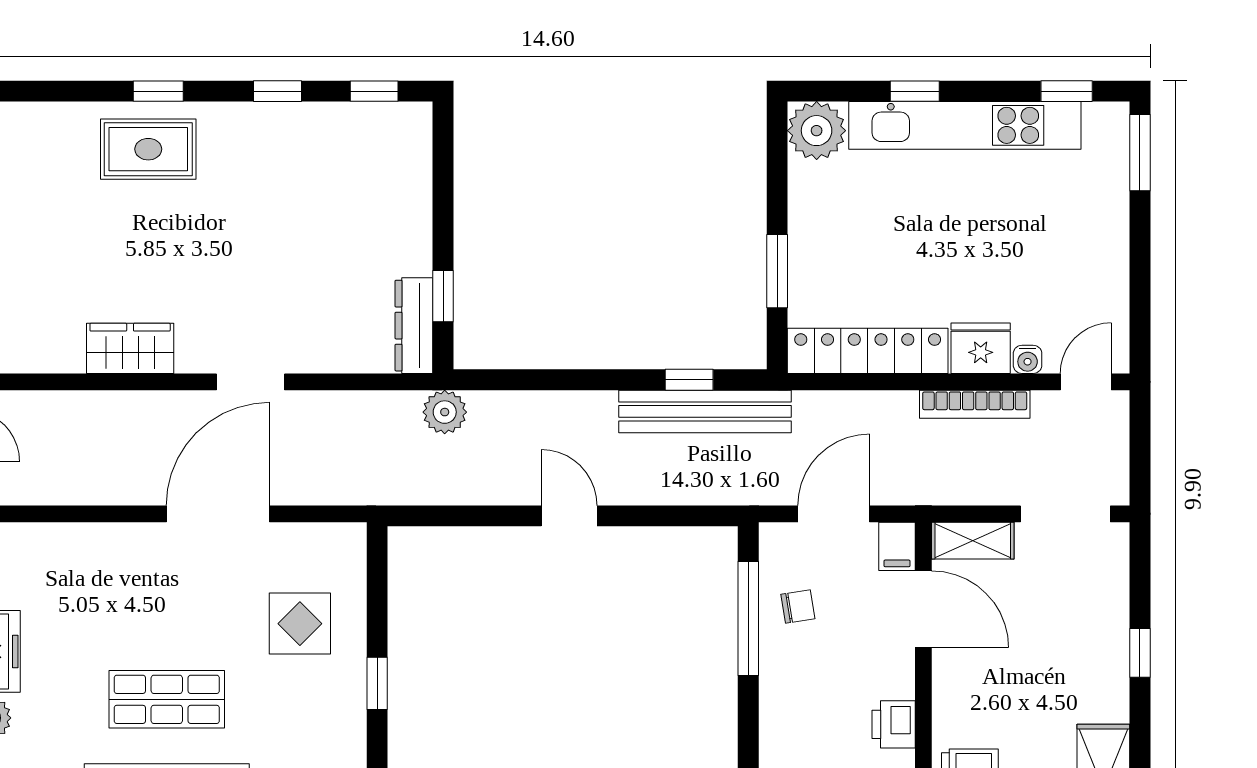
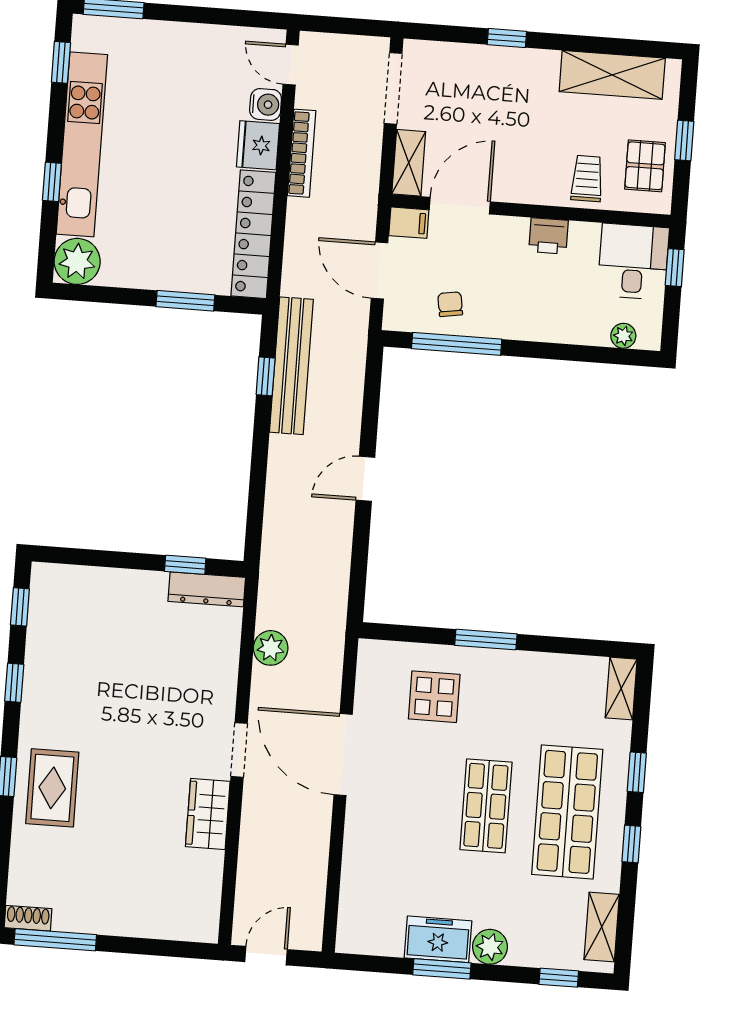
water cooler: (1028, 359) -> (266, 104), width x1.38, depth x1.38
doorway: (250, 382) -> (239, 750), moved
plant: (445, 412) -> (271, 648), moved
window: (377, 683) -> (486, 640), width x1.50

